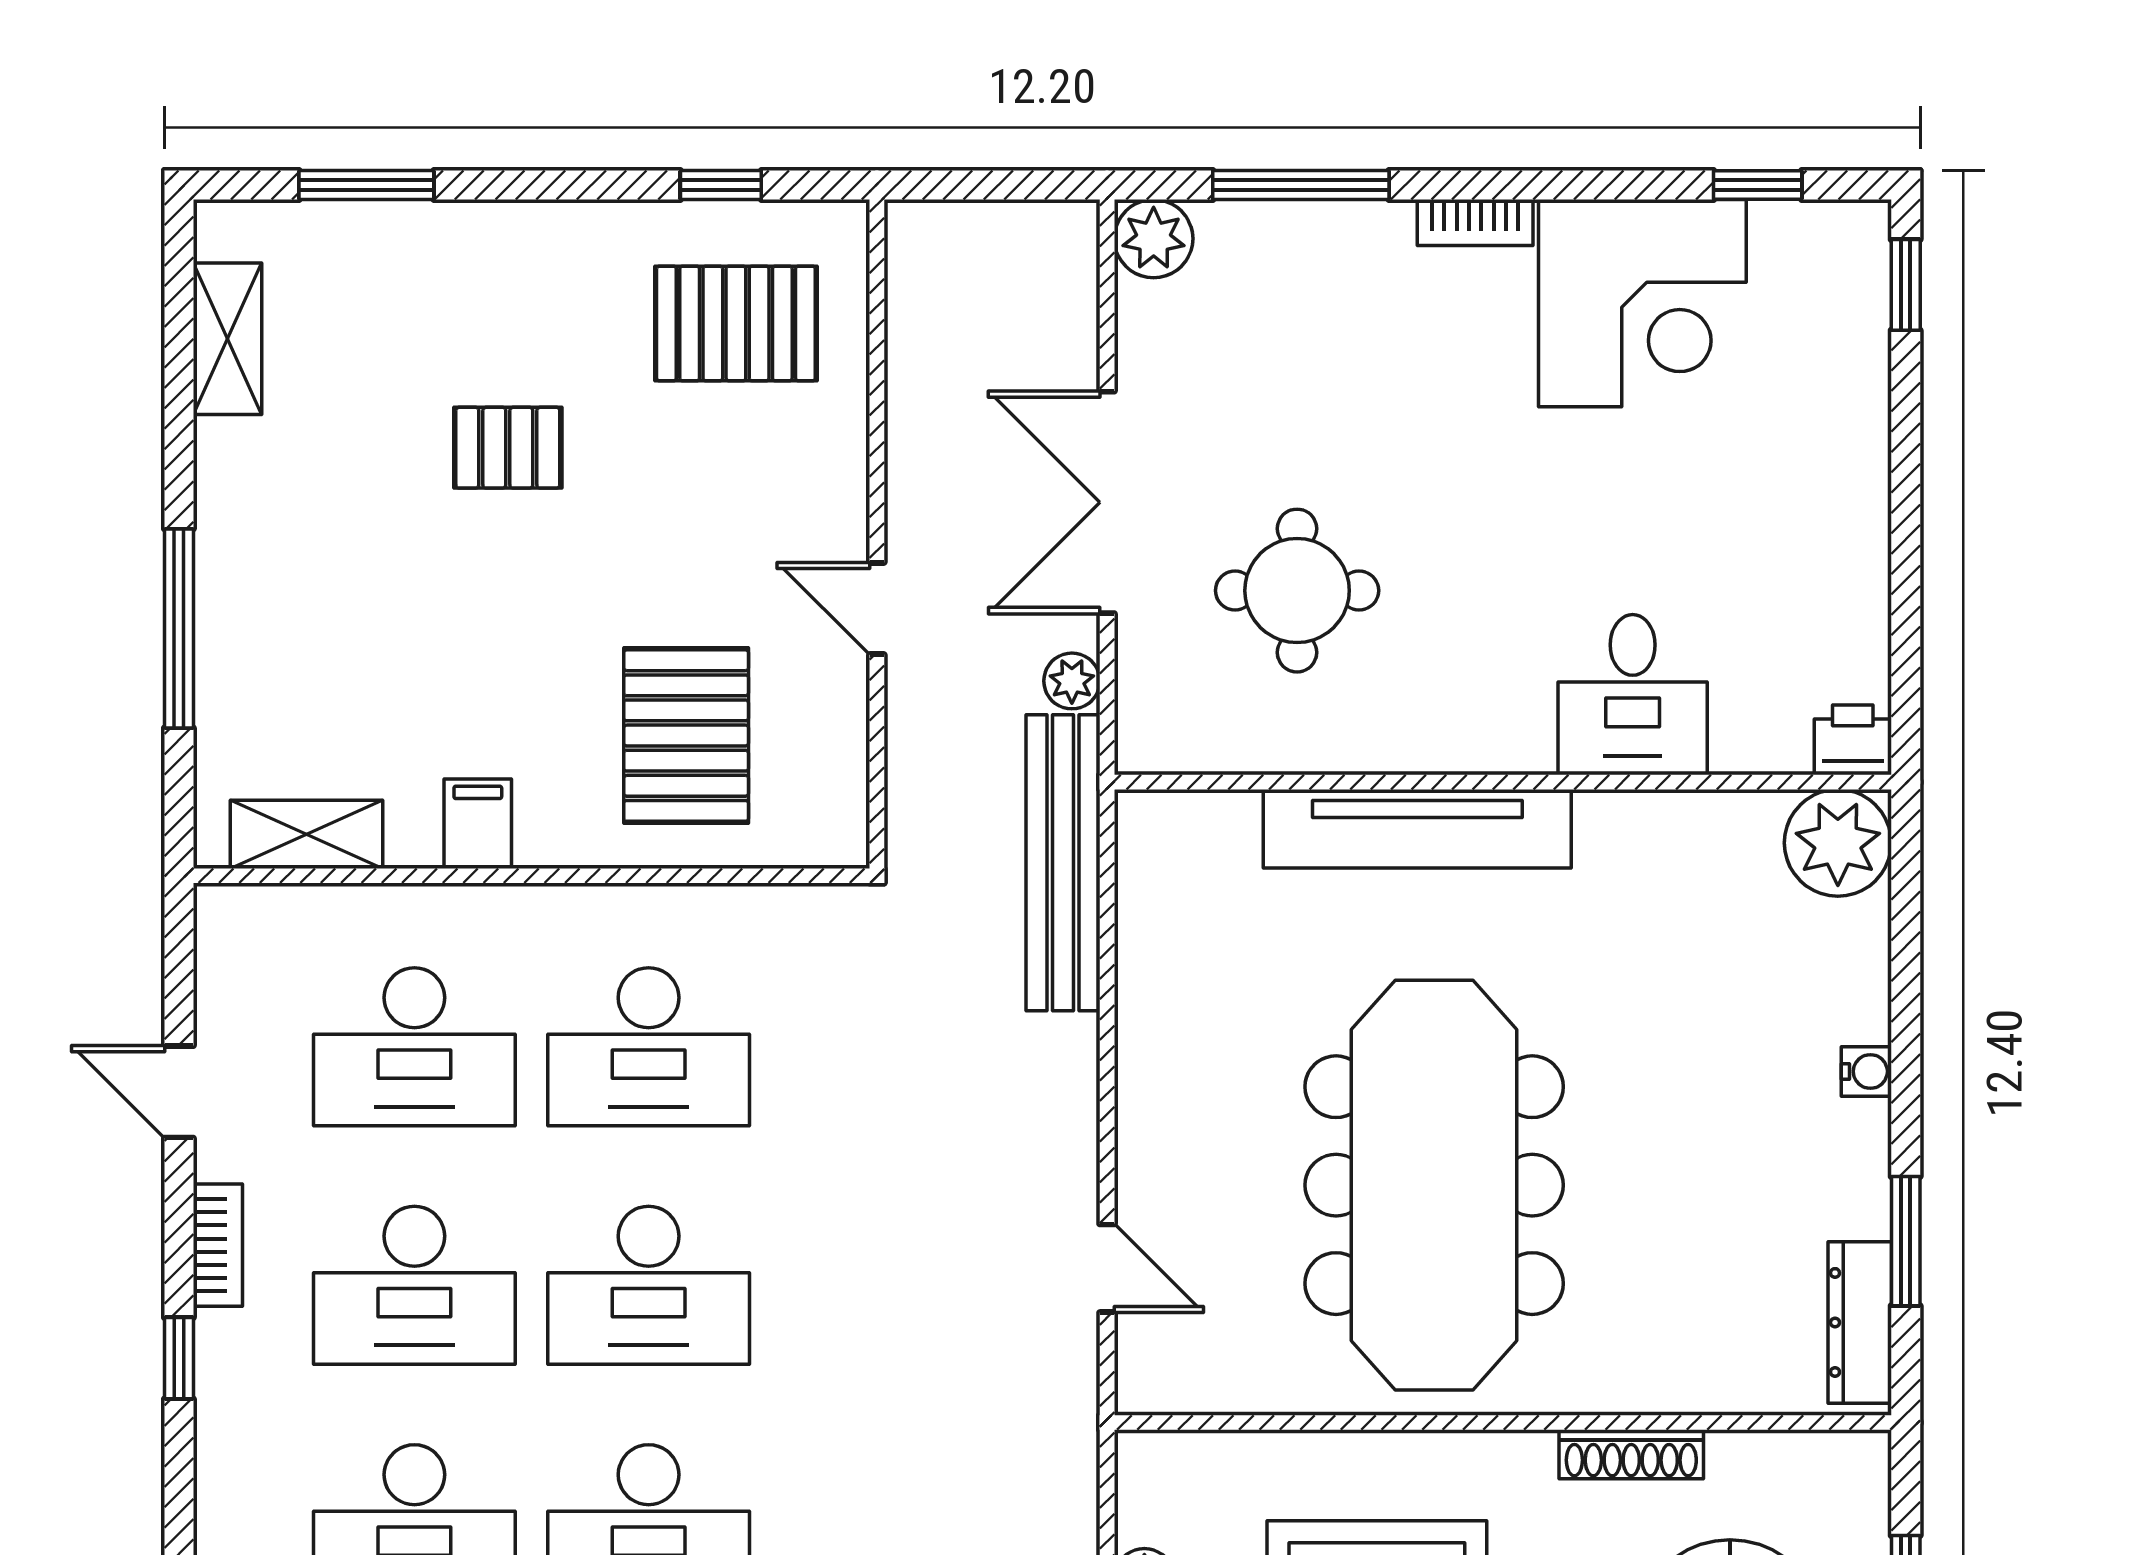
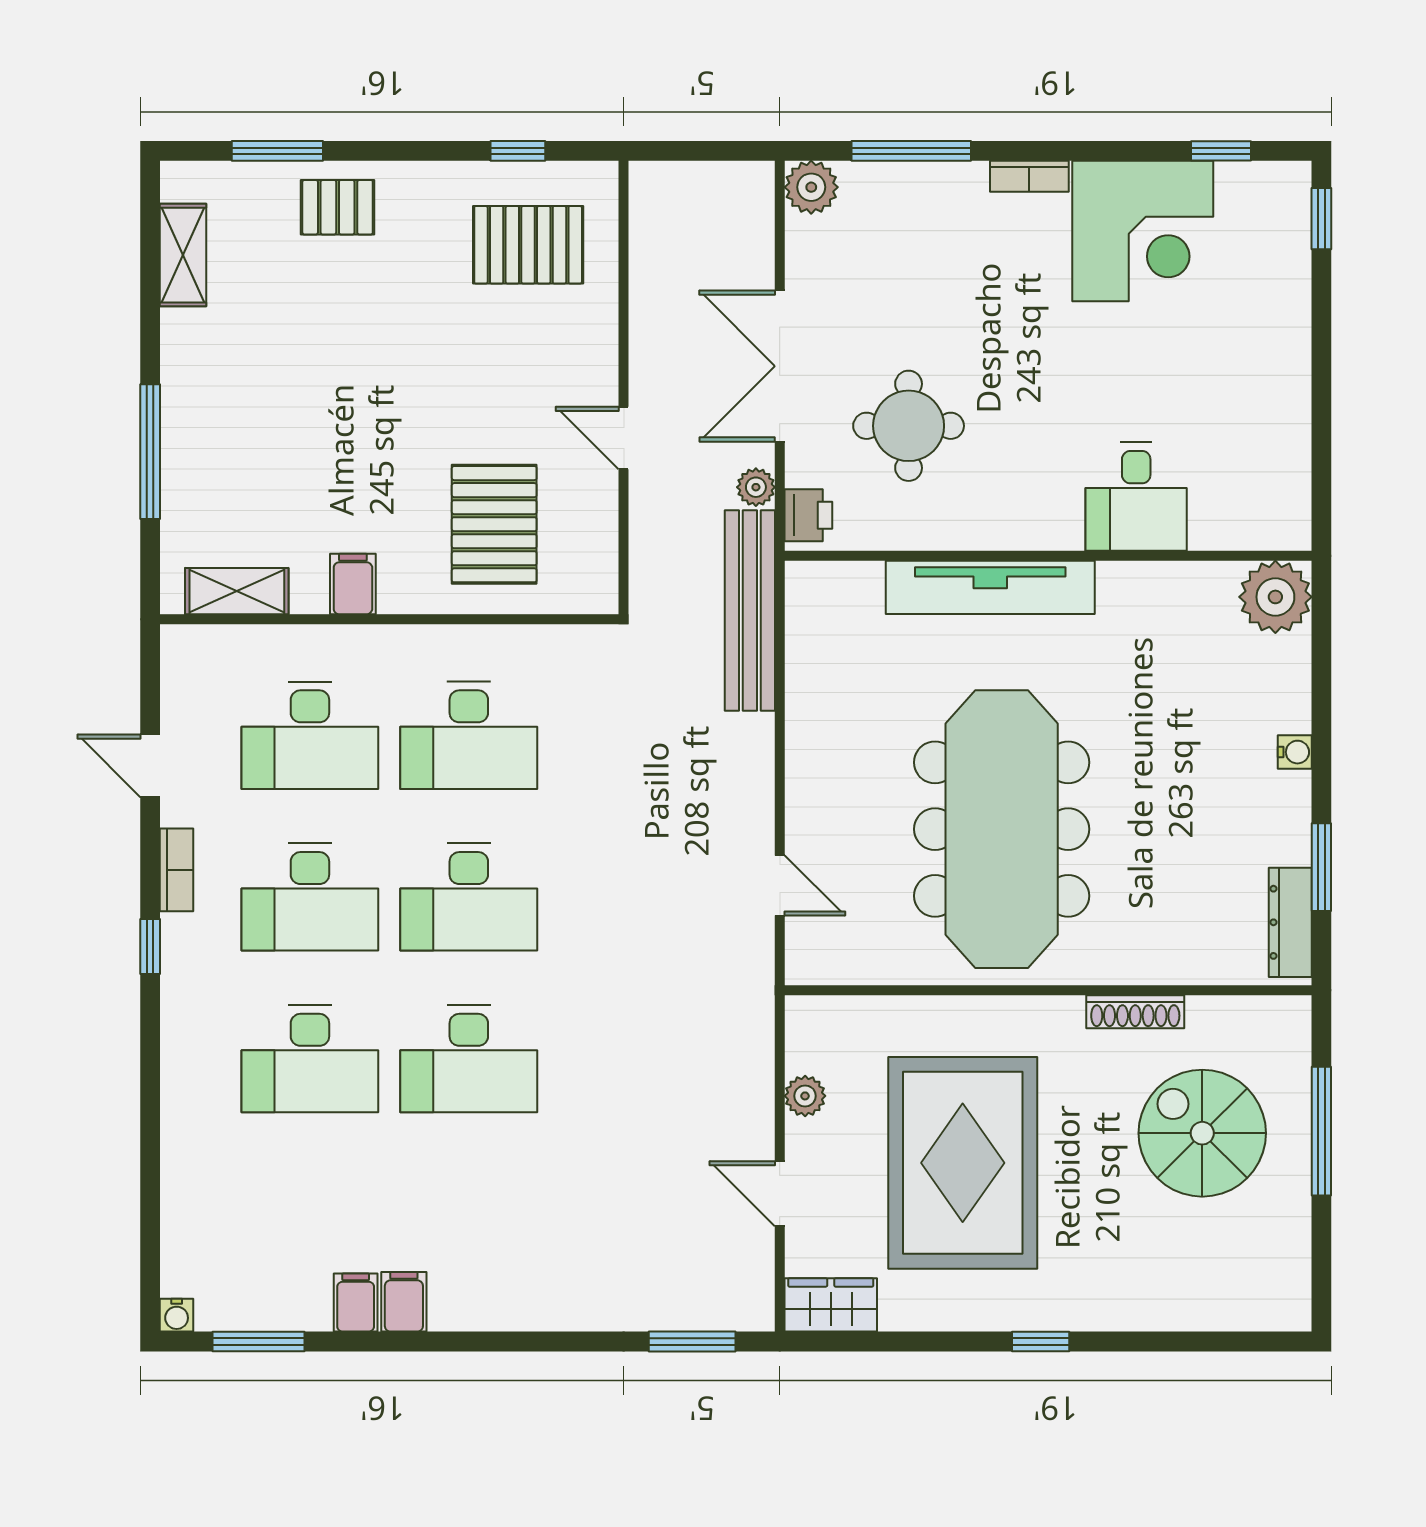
pallet: (508, 448) -> (338, 207), moved
printer: (1853, 740) -> (808, 515), moved, turned 90

